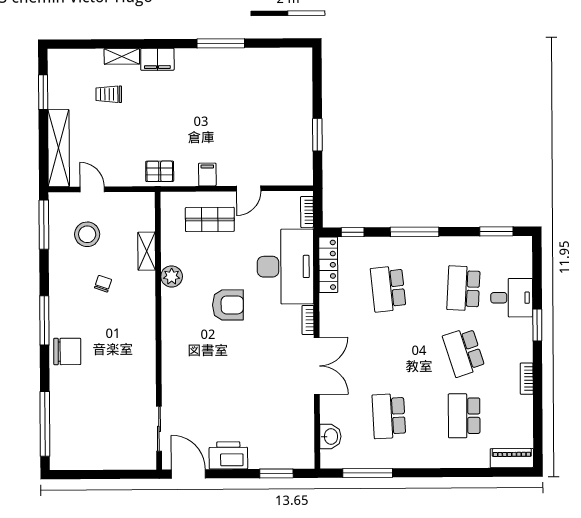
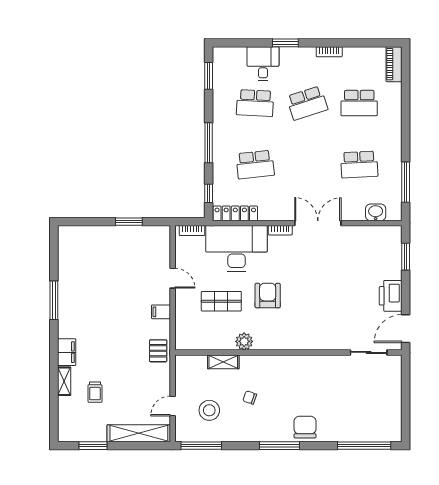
shop shelf: (210, 219) -> (221, 301), moved, turned 90

